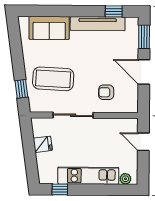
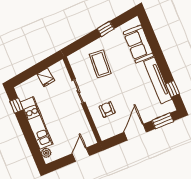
coffee table: (53, 79) -> (100, 64), width x0.73, depth x0.76
window: (21, 89) -> (106, 29), moved
sliding door: (73, 115) -> (79, 91), width x0.73

